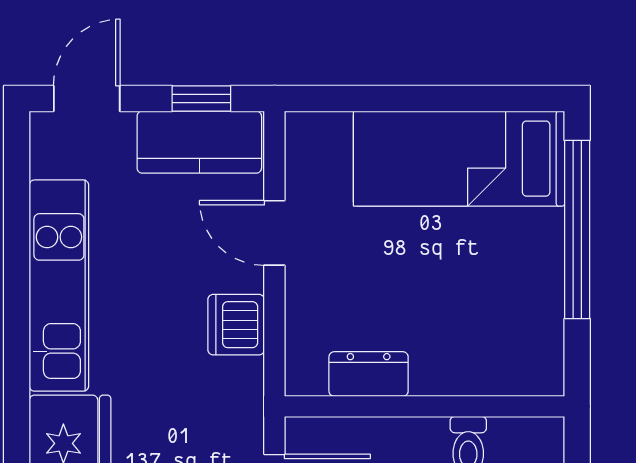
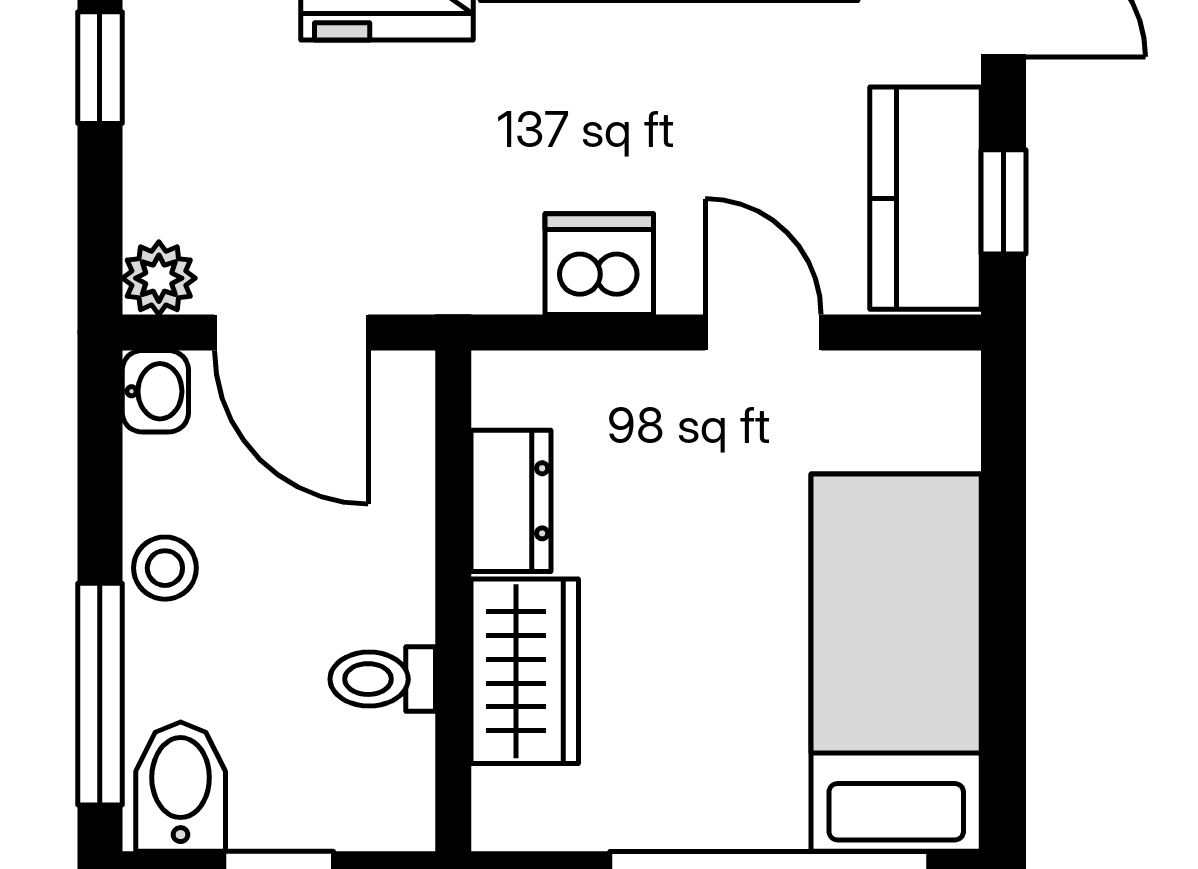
door: (274, 233) -> (763, 333), hinge flipped
wardrobe: (464, 366) -> (525, 671), added

